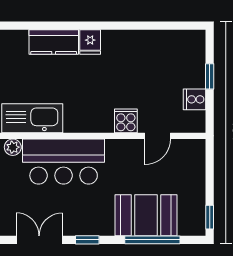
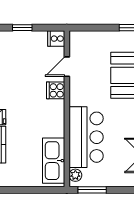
cooker: (194, 99) -> (56, 39), moved, turned 90
door: (158, 136) -> (67, 67), swing flipped

